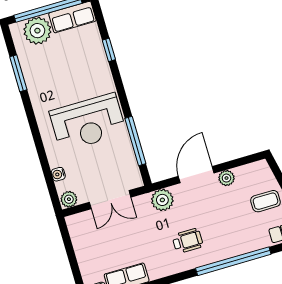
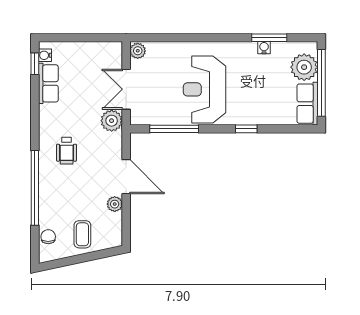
window: (109, 50) -> (246, 129), moved
water cooler: (58, 174) -> (264, 48), moved
plant: (162, 200) -> (112, 121), moved

